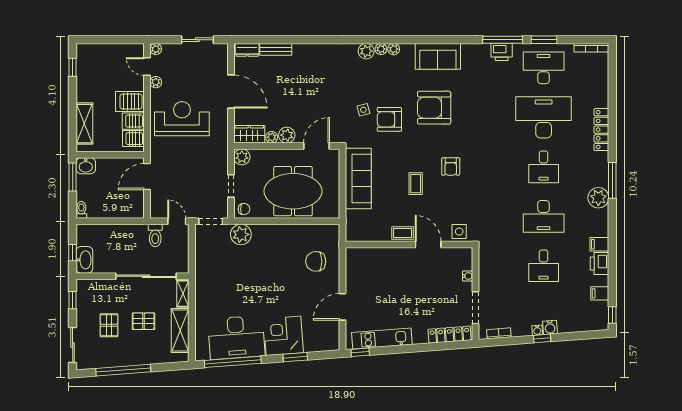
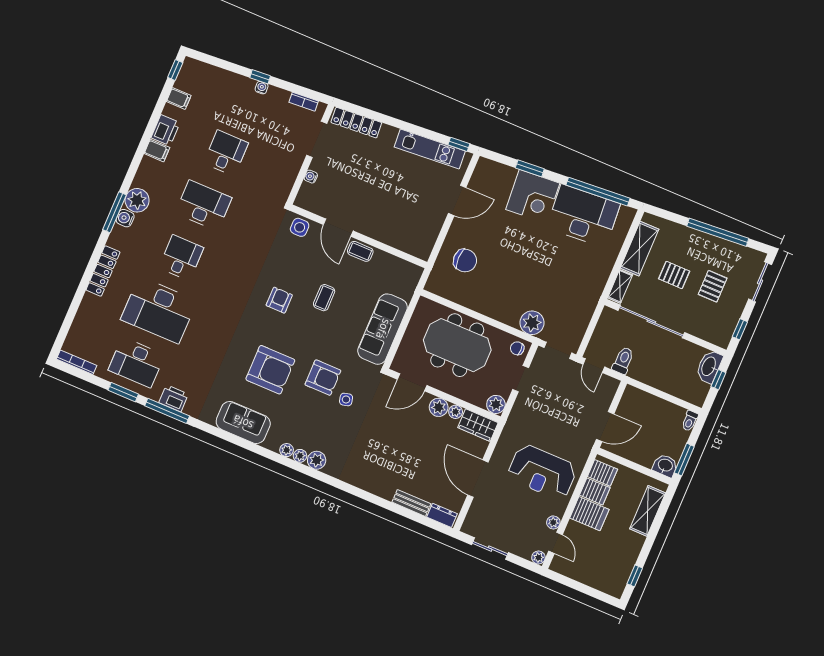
water cooler: (550, 327) -> (125, 218), moved, turned -86

